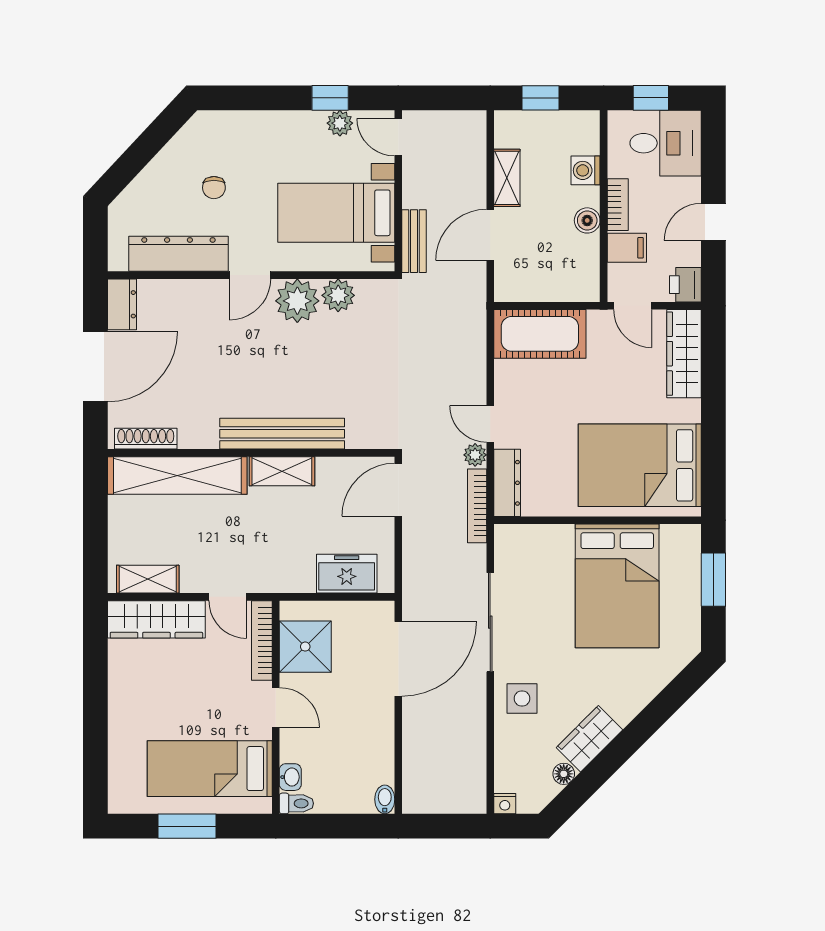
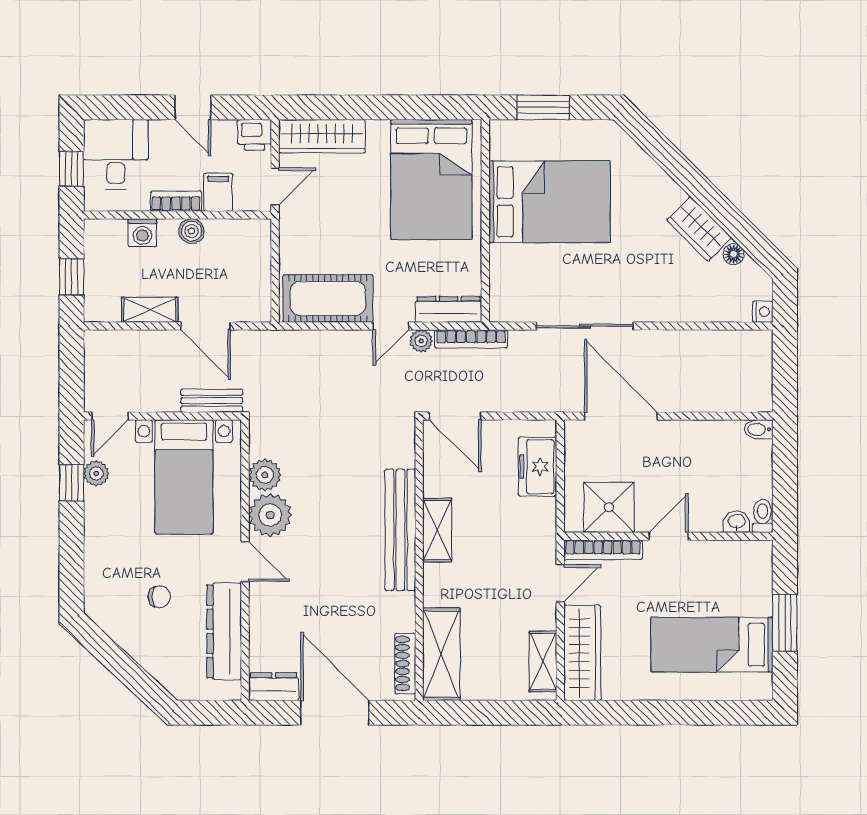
cot: (540, 334) -> (328, 298), moved, turned 90
shelving: (177, 476) -> (441, 654), width x0.68
side table: (522, 698) -> (660, 295), removed
bed: (210, 769) -> (712, 645), moved, turned 90

